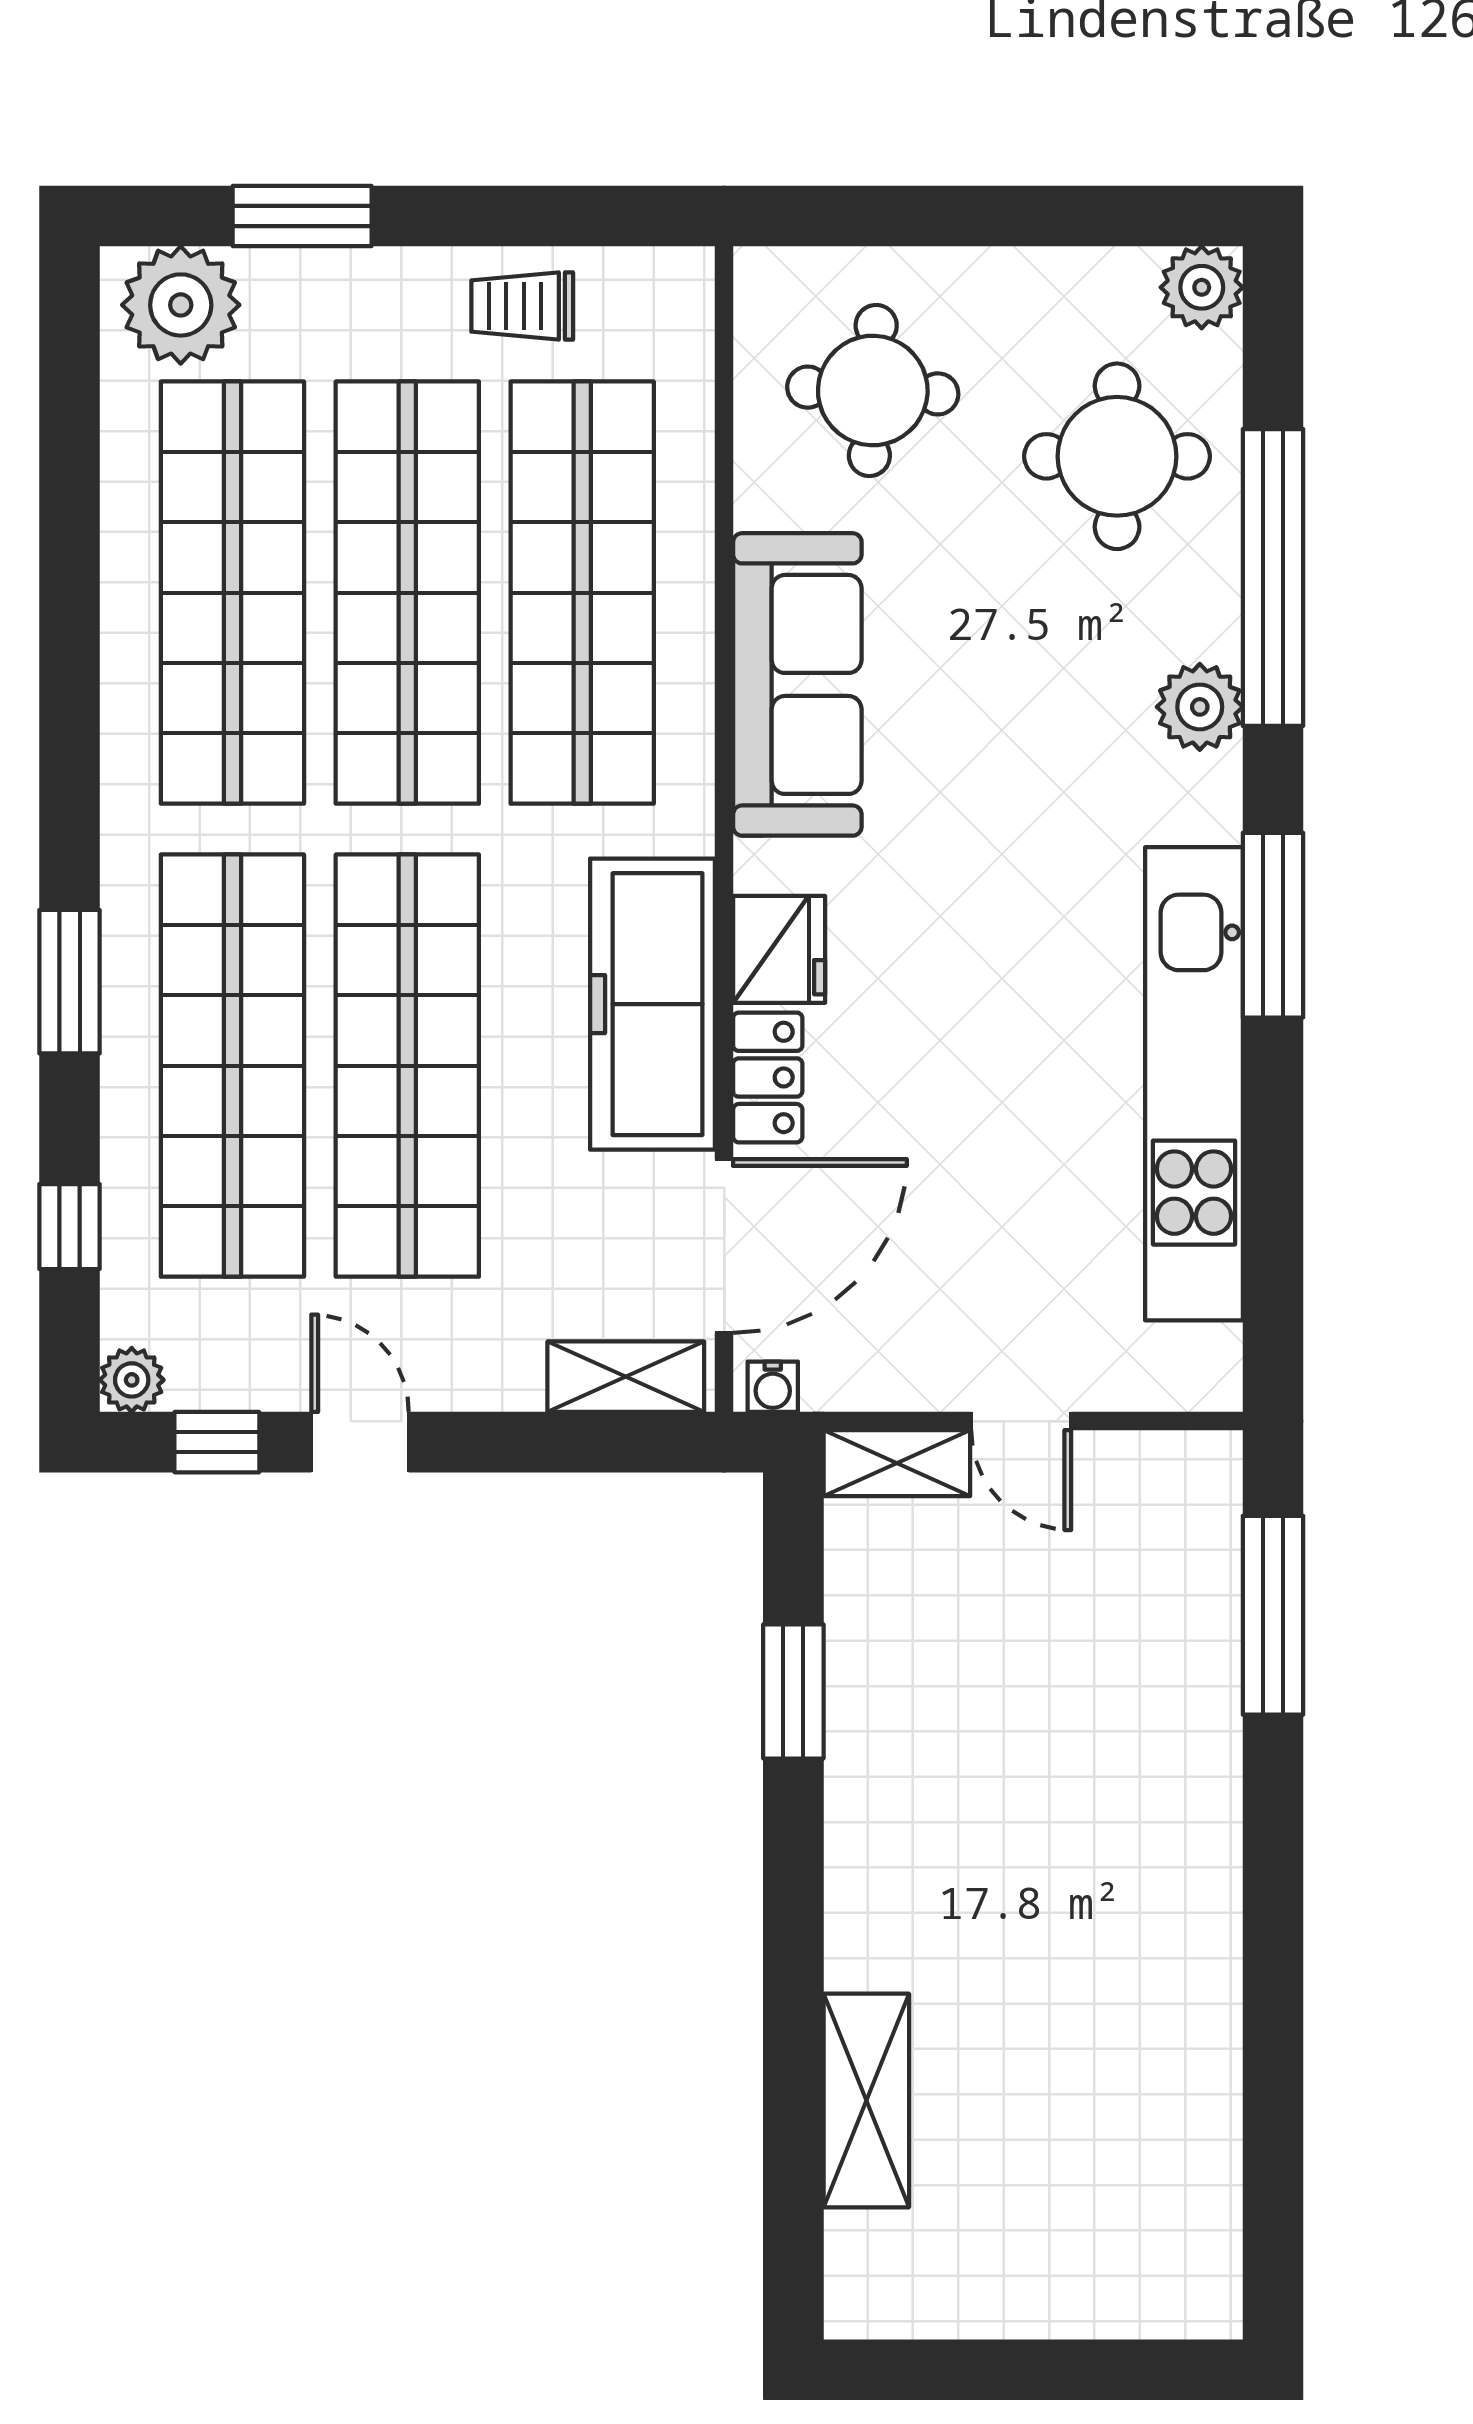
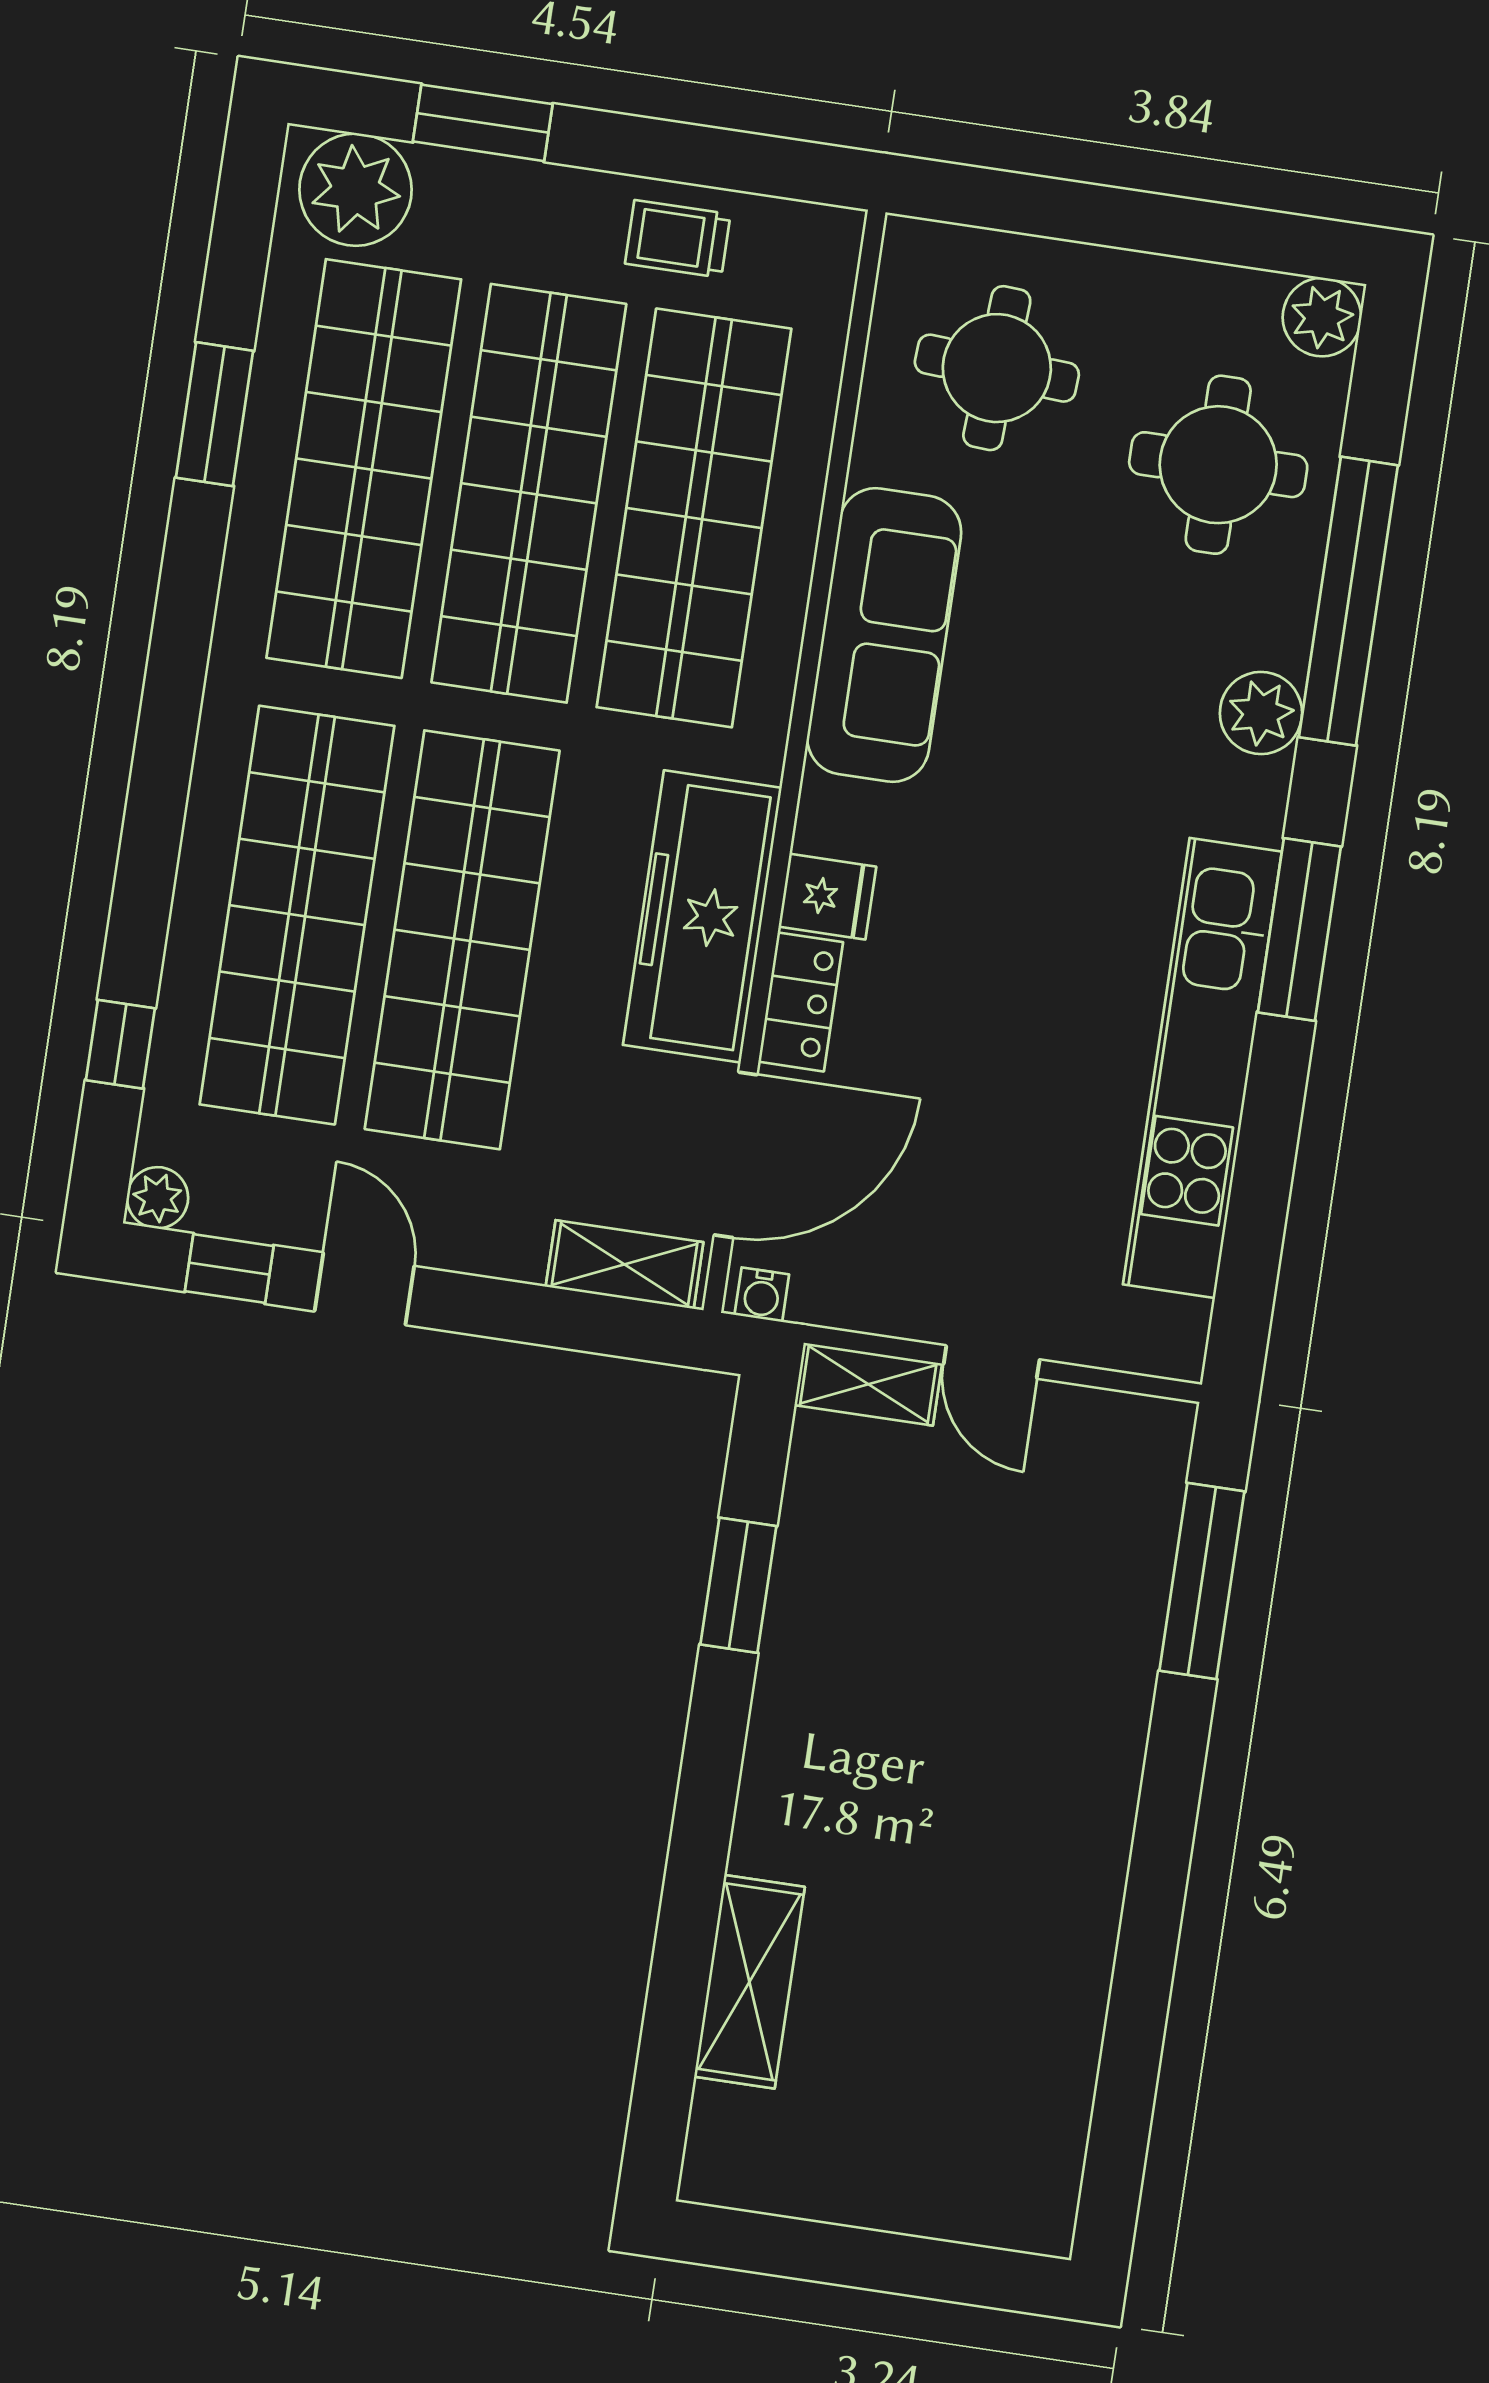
fridge: (779, 949) -> (827, 897), width x0.72
window: (69, 982) -> (215, 414), moved

